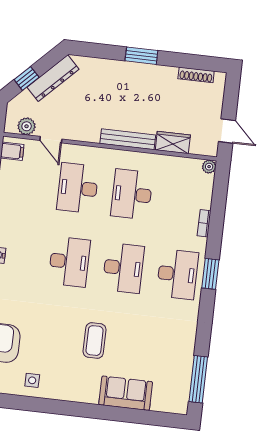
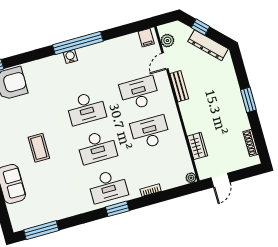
bench: (128, 139) -> (179, 86), moved, width x0.73
coffee table: (95, 341) -> (39, 148), turned 90

